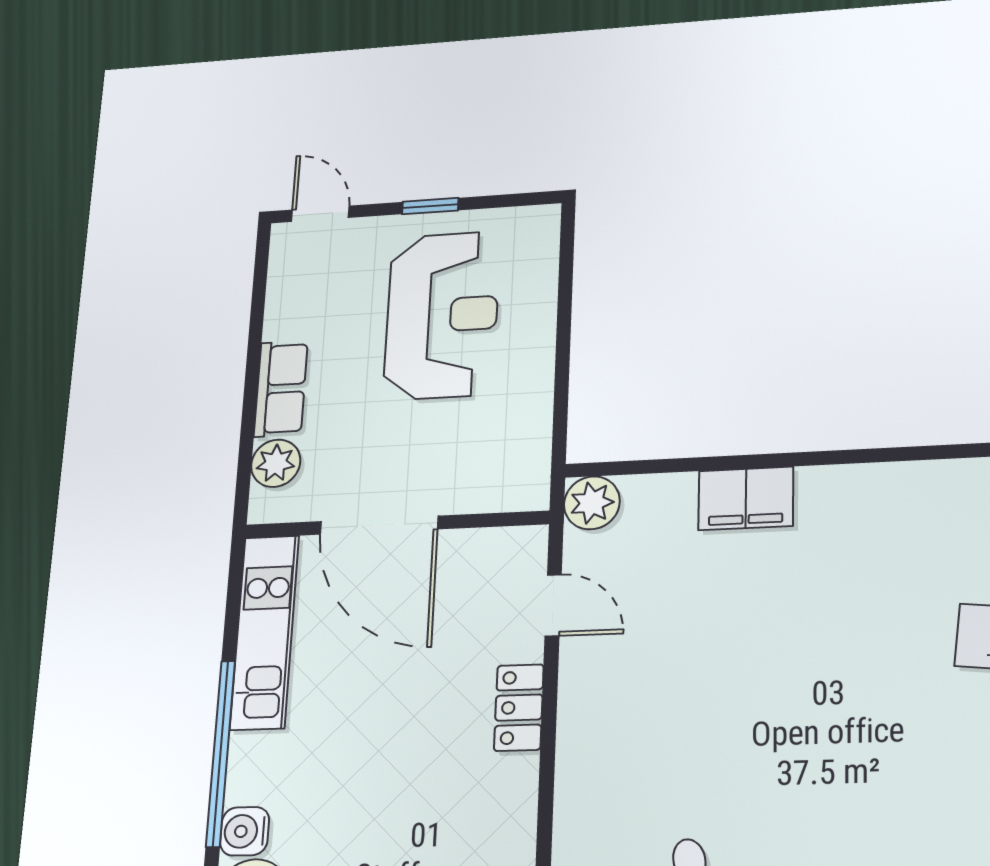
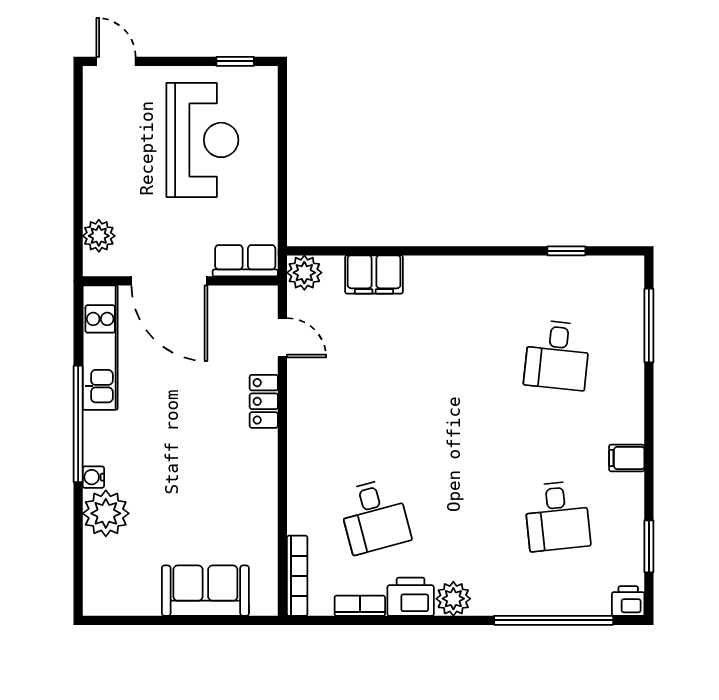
window: (430, 206) -> (235, 61), moved
row of seats: (281, 389) -> (245, 261), moved, turned -90
filing cabinet: (746, 498) -> (374, 274), moved
water cooler: (245, 831) -> (93, 477), width x0.72, depth x0.72

